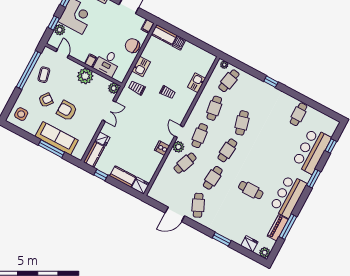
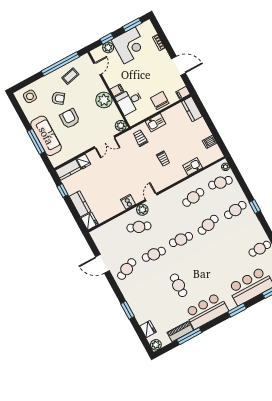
dishwasher: (179, 43) -> (210, 142), moved
cafe table: (200, 136) -> (235, 210), moved

